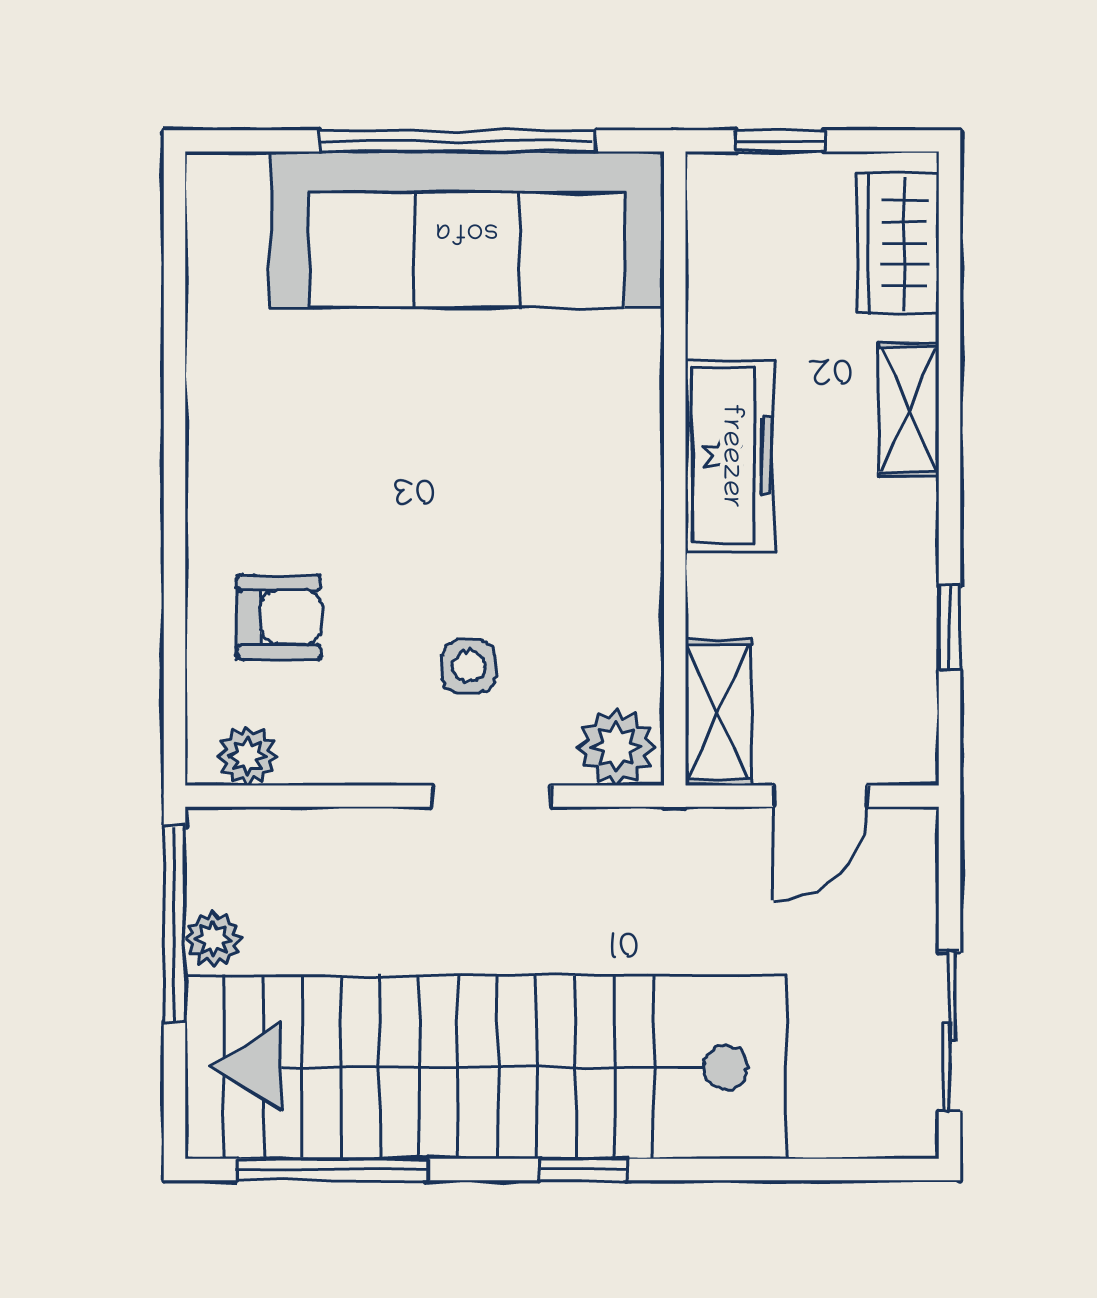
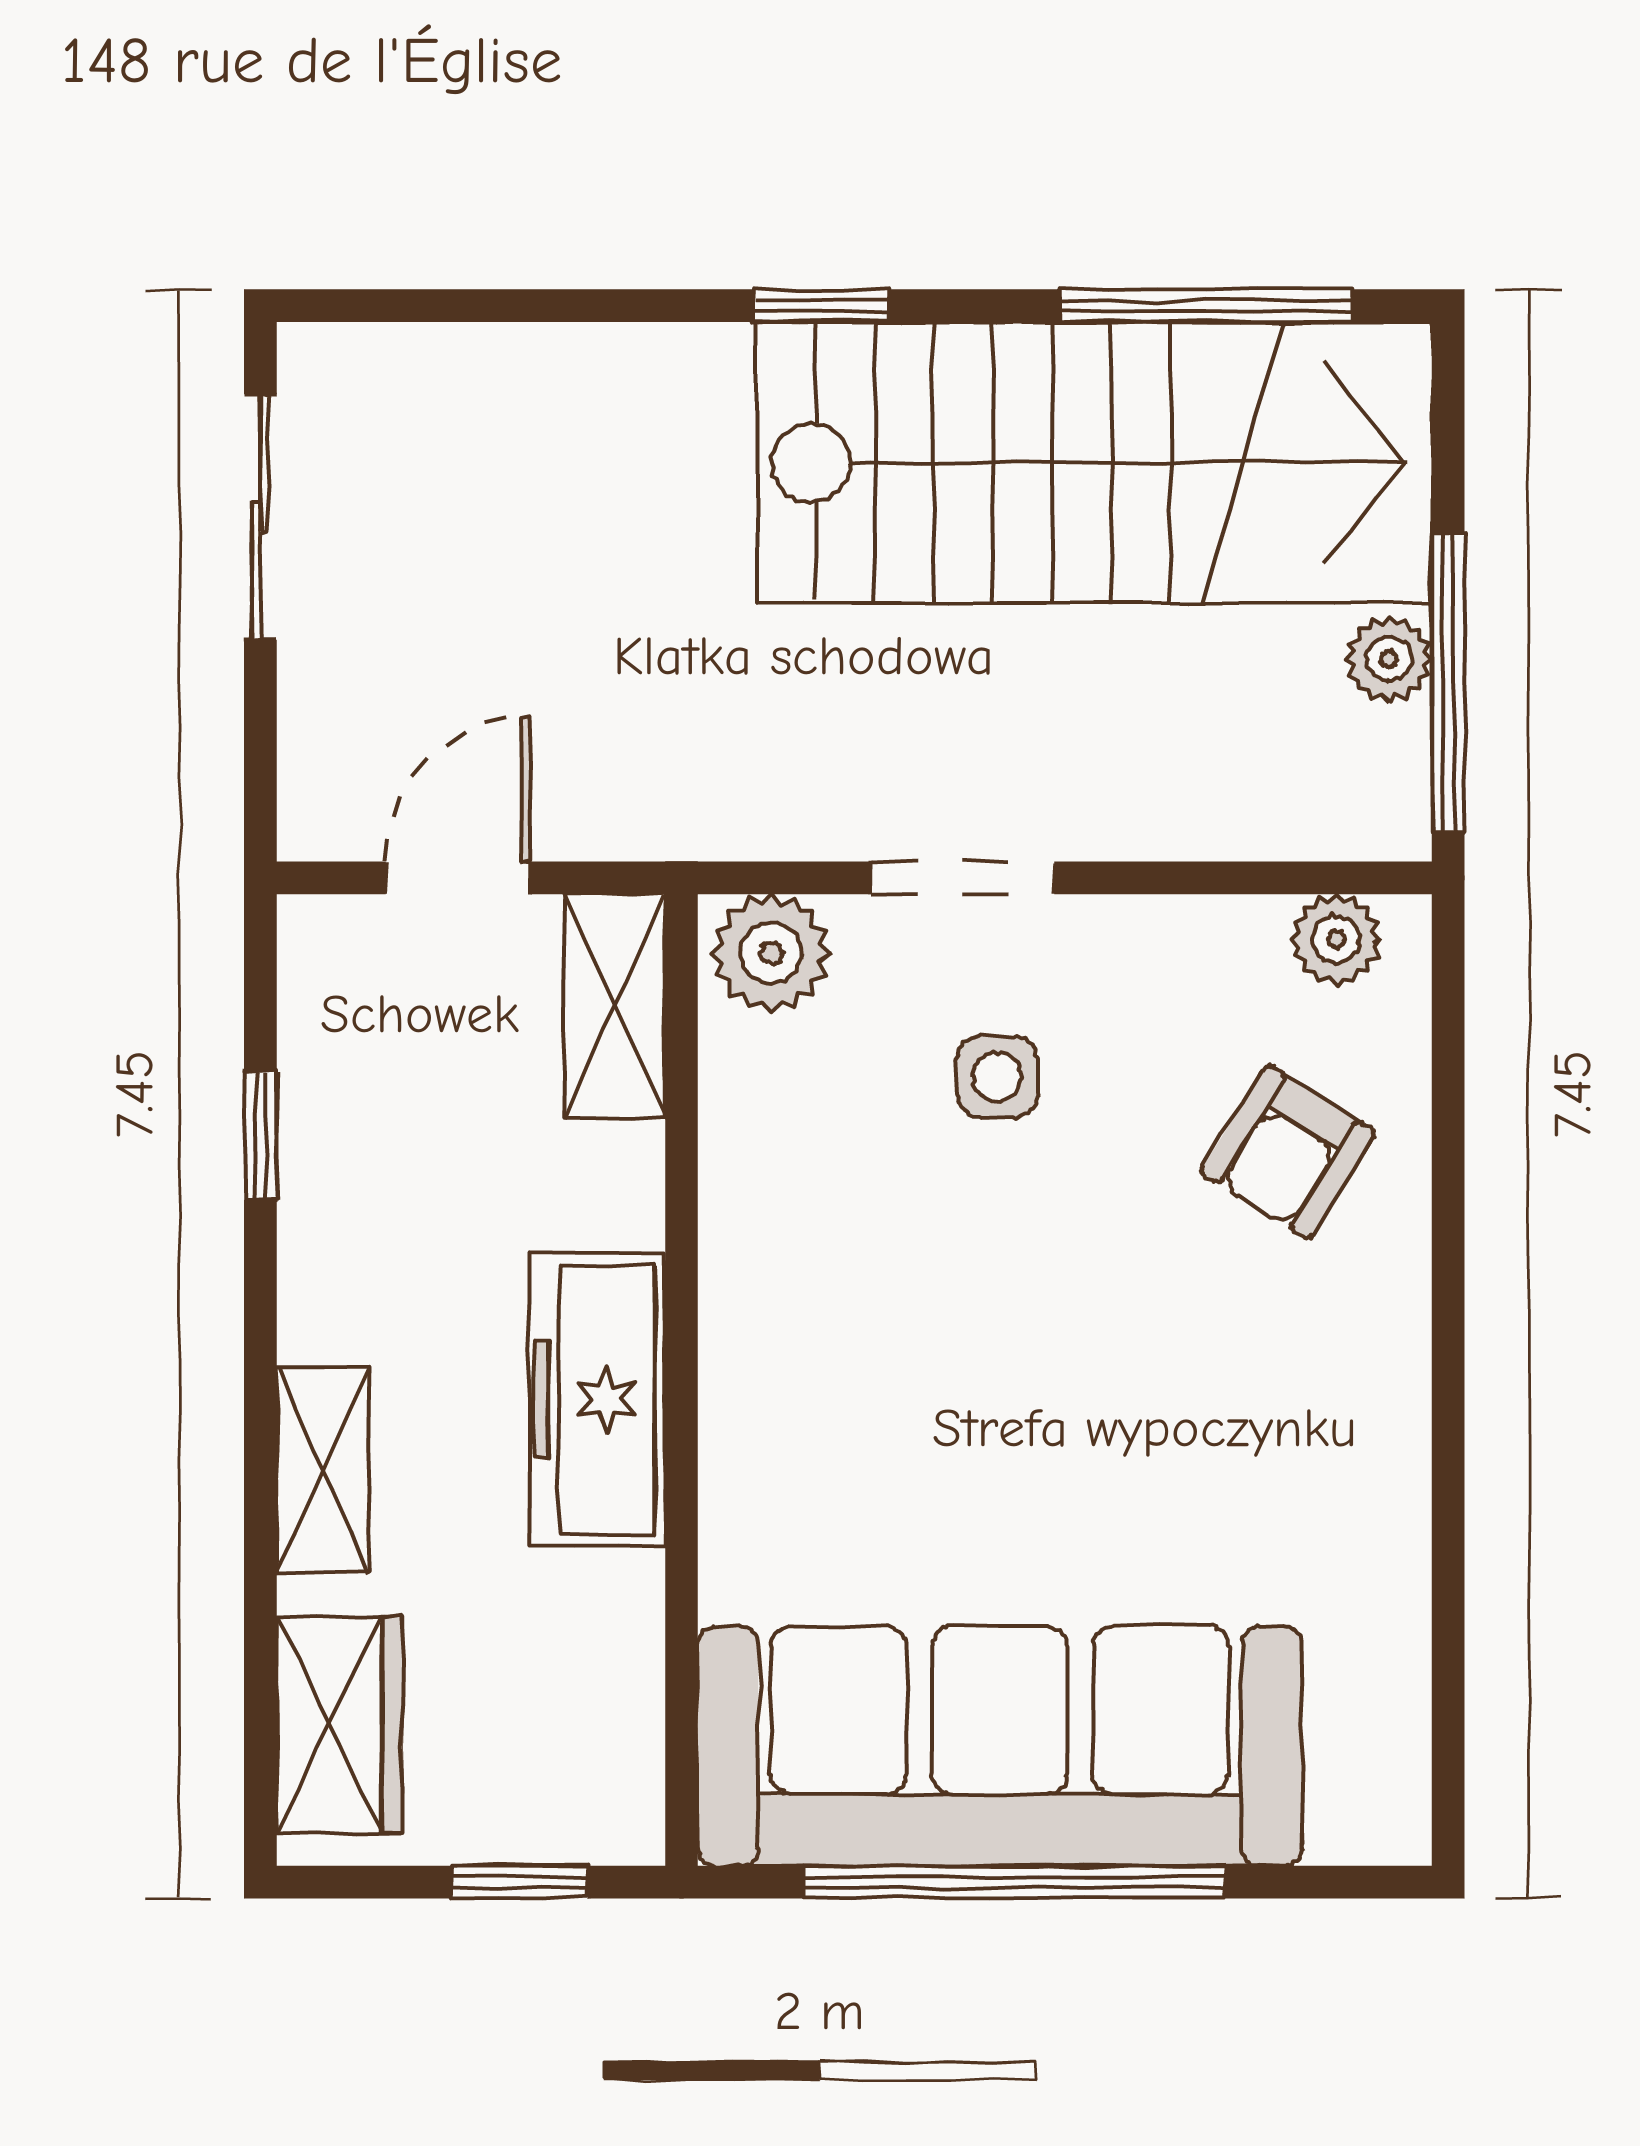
armchair: (279, 617) -> (1288, 1152), turned -58
stairs: (485, 1067) -> (1094, 462), width x0.73

